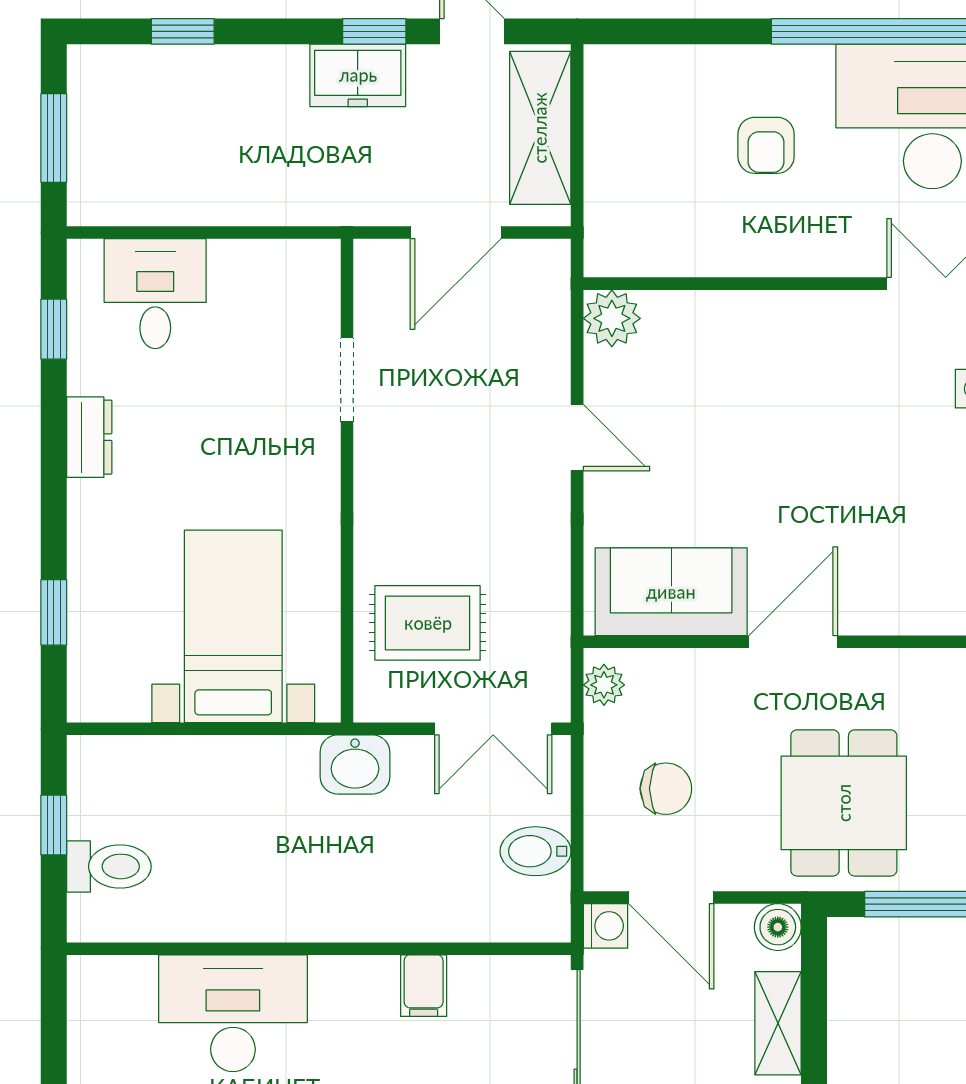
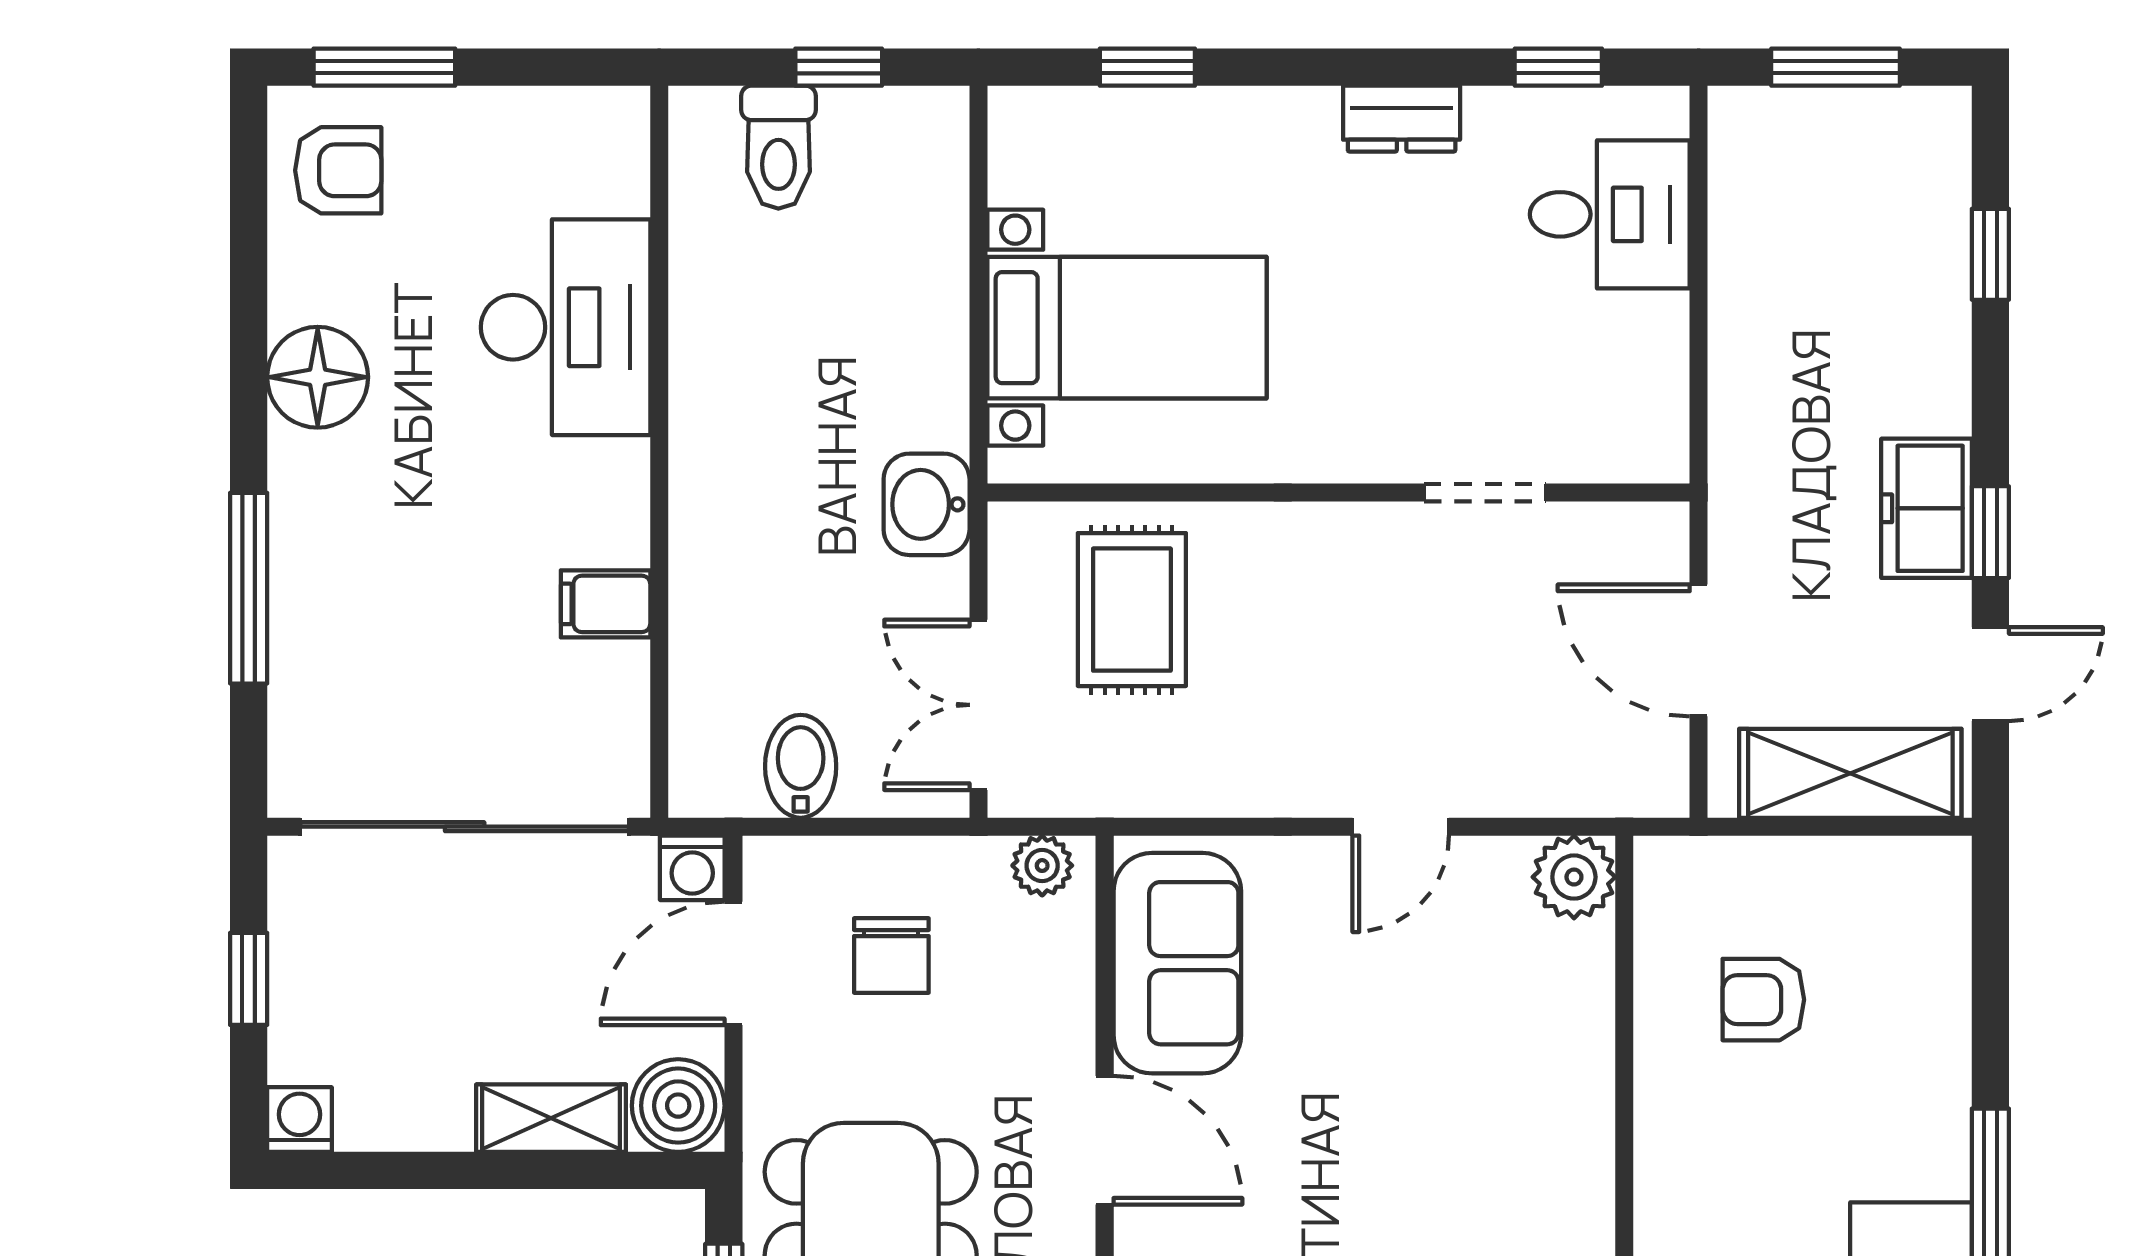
armchair: (766, 145) -> (1763, 1000), moved
boiler: (778, 927) -> (678, 1106), width x1.36, depth x1.36

